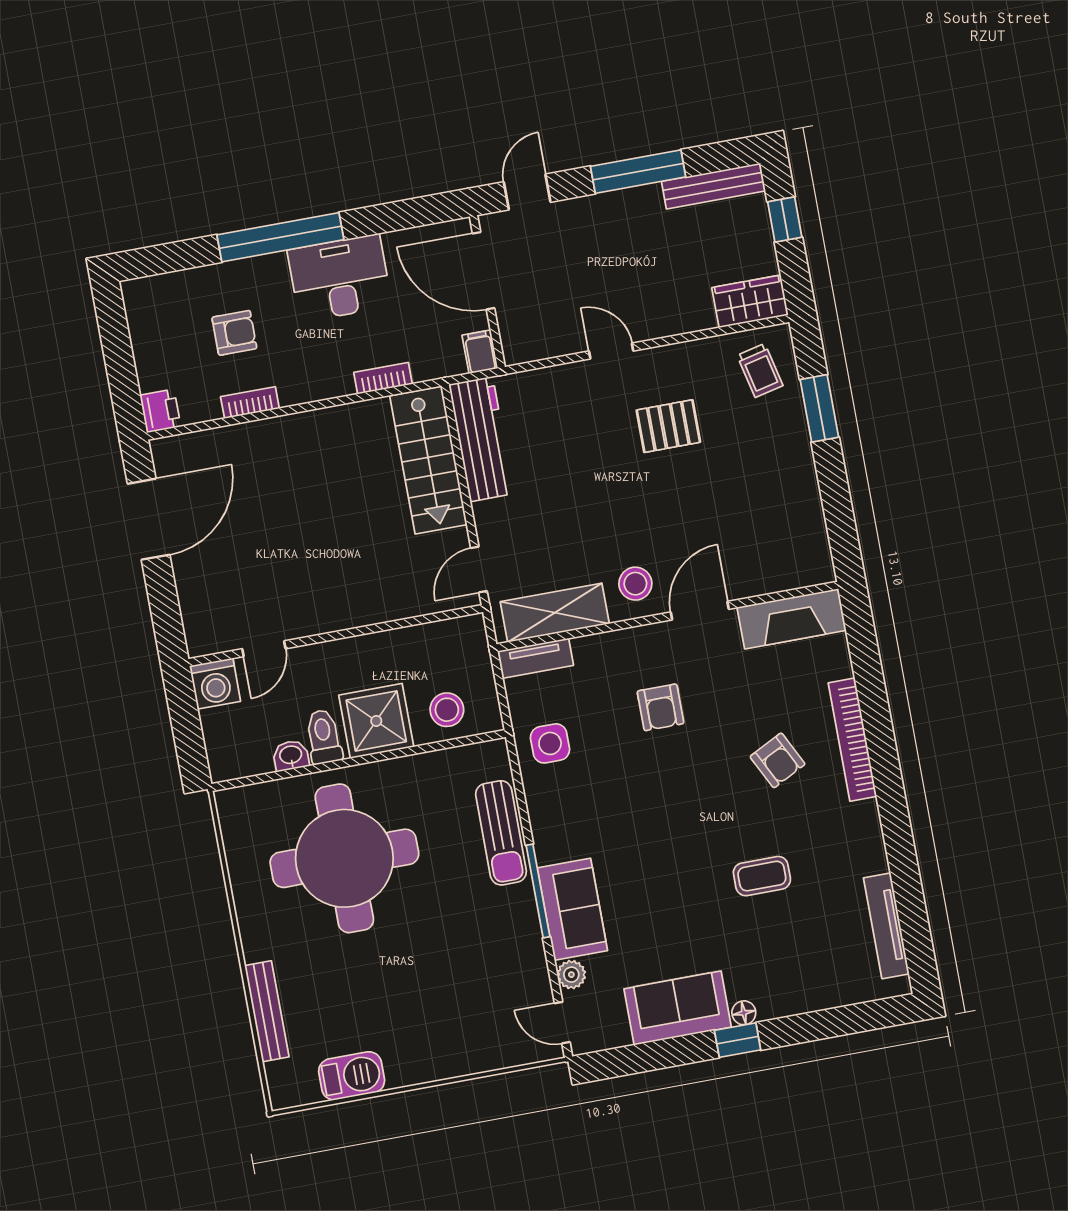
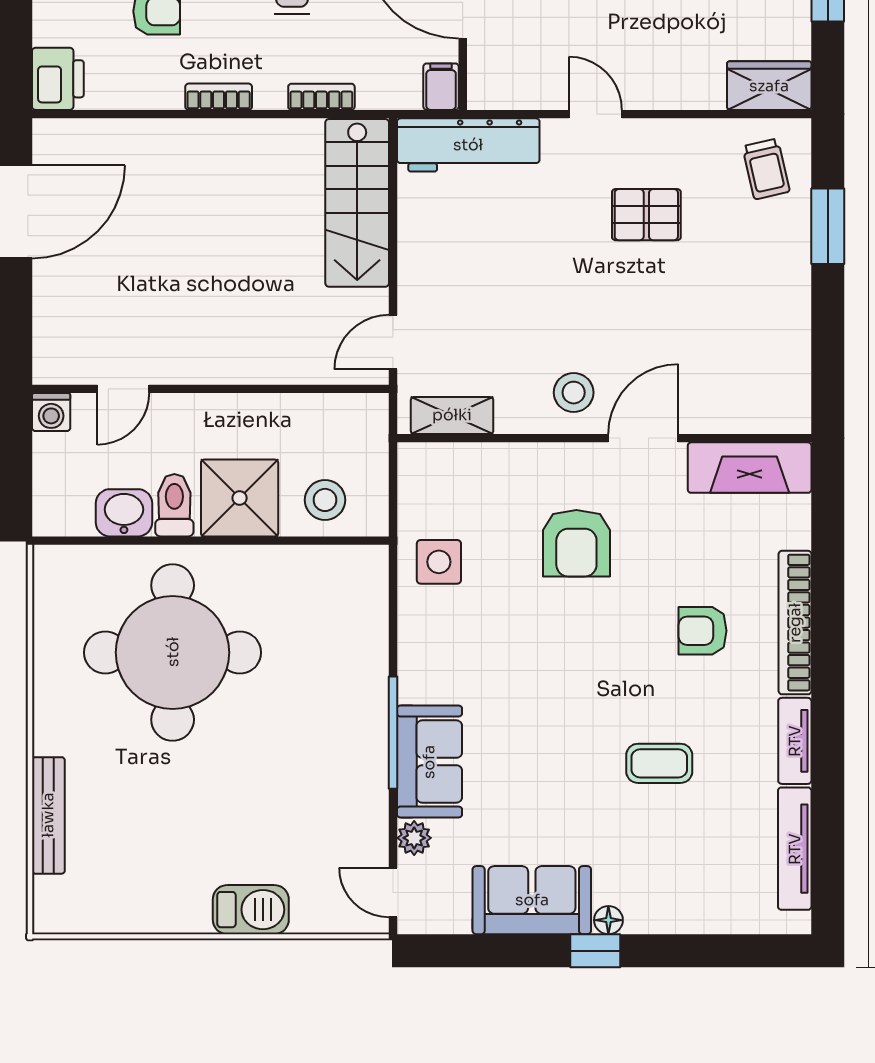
bookcase: (250, 403) -> (219, 97), moved
printer: (160, 411) -> (58, 79), width x1.36, depth x1.24
workbench: (481, 439) -> (468, 145), moved, turned 90
shelving: (555, 613) -> (452, 415), width x0.67, depth x0.75
tv unit: (535, 658) -> (795, 741), moved, turned 90
washing machine: (215, 684) -> (51, 412), width x0.73, depth x0.73
armchair: (660, 707) -> (576, 543), width x1.38, depth x1.38
washbasin: (291, 756) -> (124, 513), width x1.38, depth x1.45
armchair: (778, 760) -> (703, 631), turned 117
sun lounger: (501, 833) -> (362, 656), removed
barbecue: (352, 1076) -> (251, 910), moved

